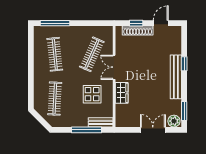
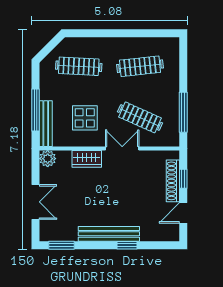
window: (55, 23) -> (183, 112), moved
door: (161, 23) -> (183, 213), swing flipped
plant: (174, 121) -> (48, 159), moved
bench: (101, 122) -> (46, 124), width x1.36

